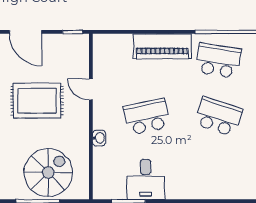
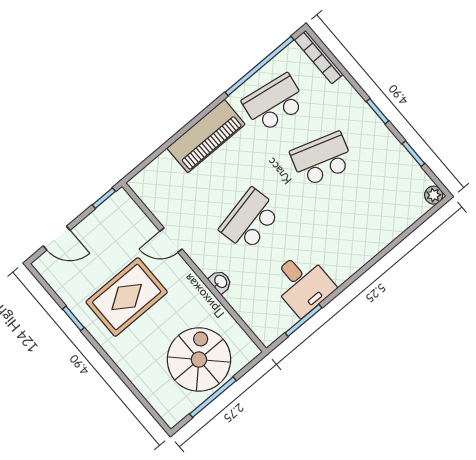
door: (25, 32) -> (57, 238), width x0.73

